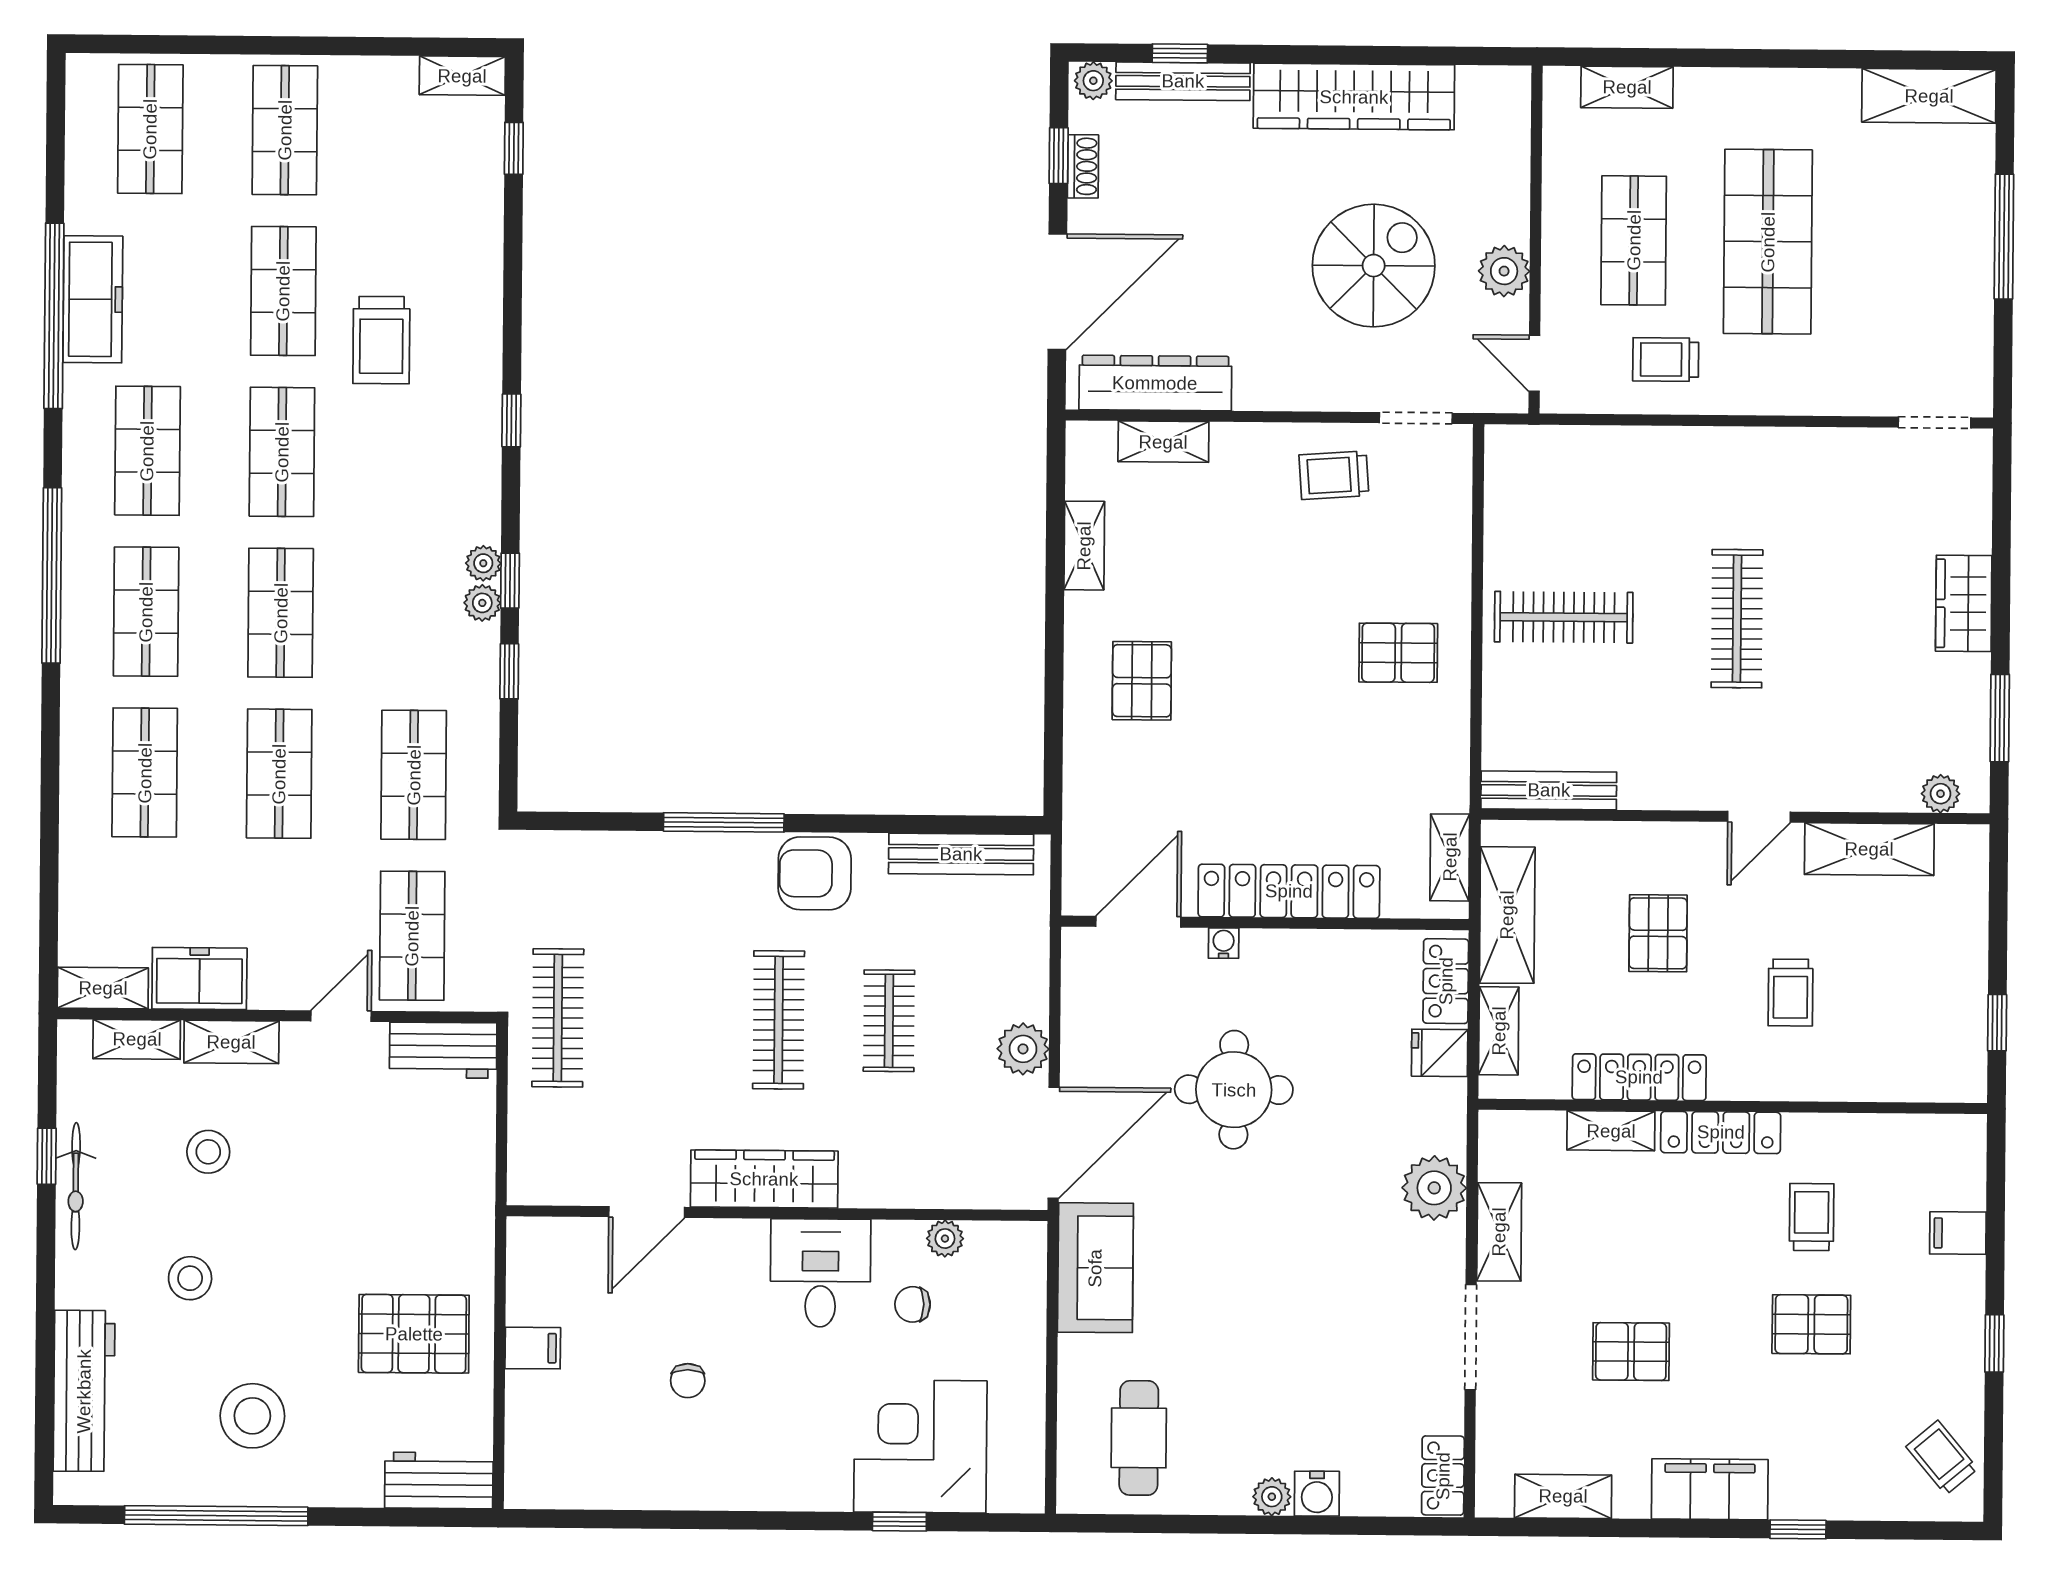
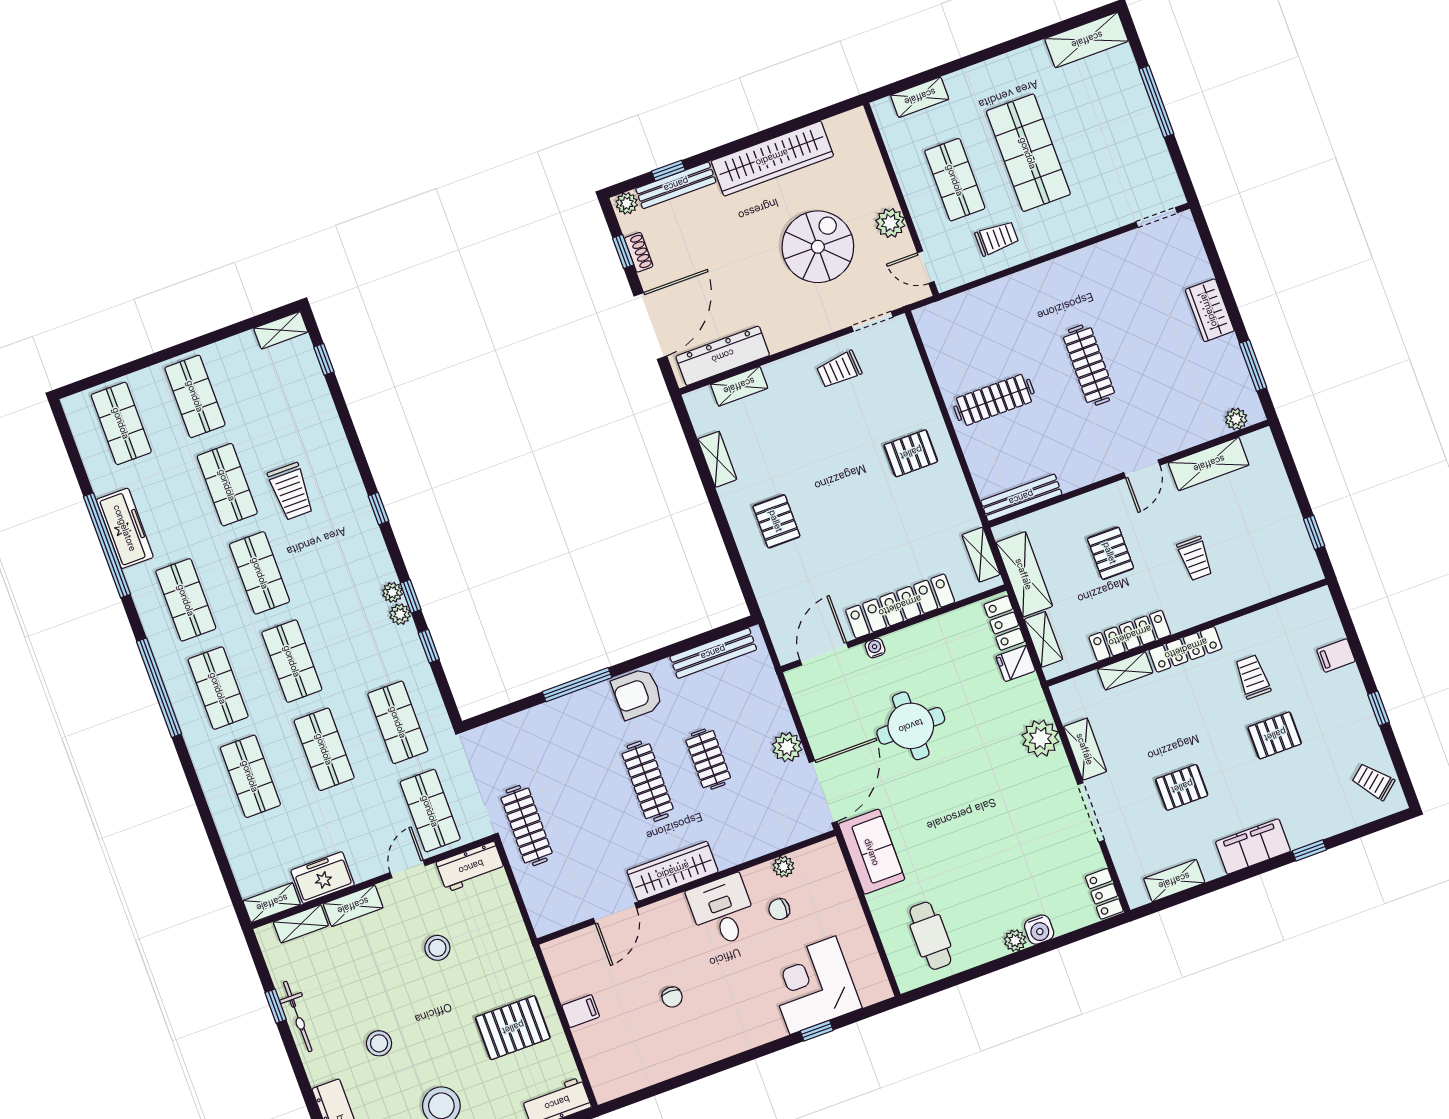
trolley: (1666, 360) -> (997, 238), turned 180
stool: (208, 1152) -> (437, 948), moved

